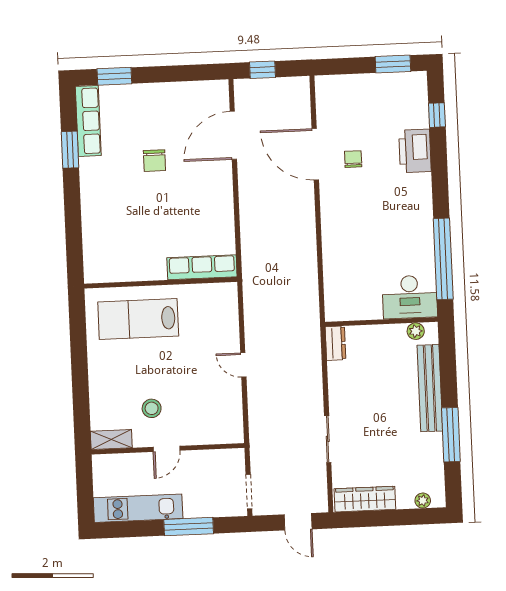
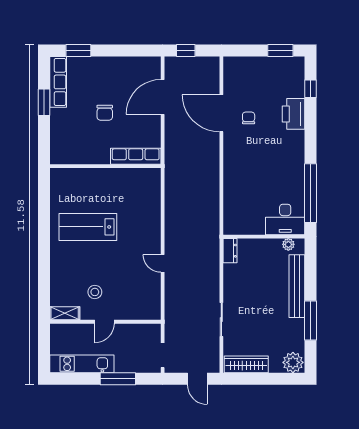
row of seats: (202, 267) -> (136, 156), moved
wall: (161, 283) -> (105, 166), moved
plant: (423, 501) -> (293, 362), width x1.88, depth x1.88

